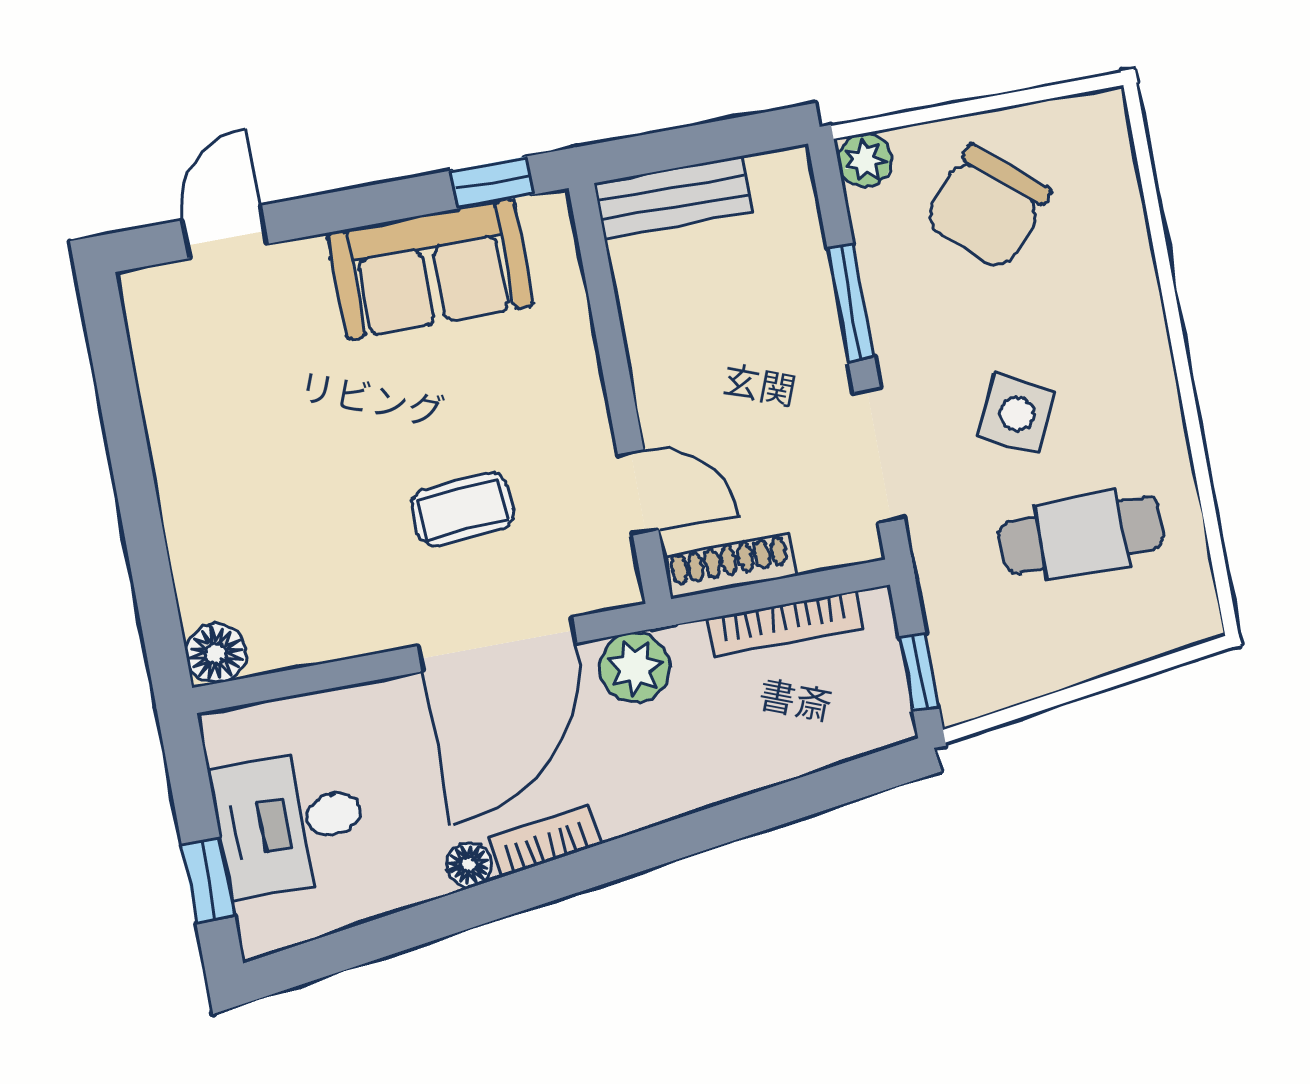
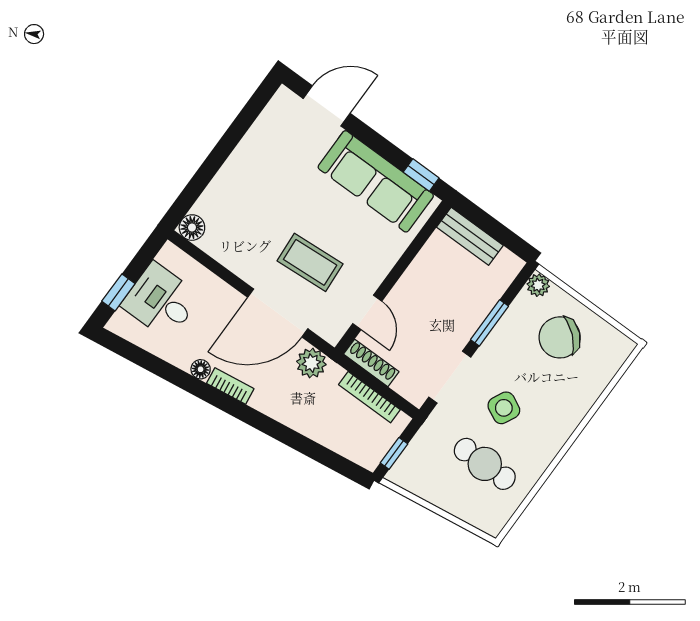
door: (225, 232) -> (327, 106), width x1.38
sofa: (430, 269) -> (376, 181), width x1.36
coffee table: (463, 509) -> (310, 262), width x1.36, depth x1.30

